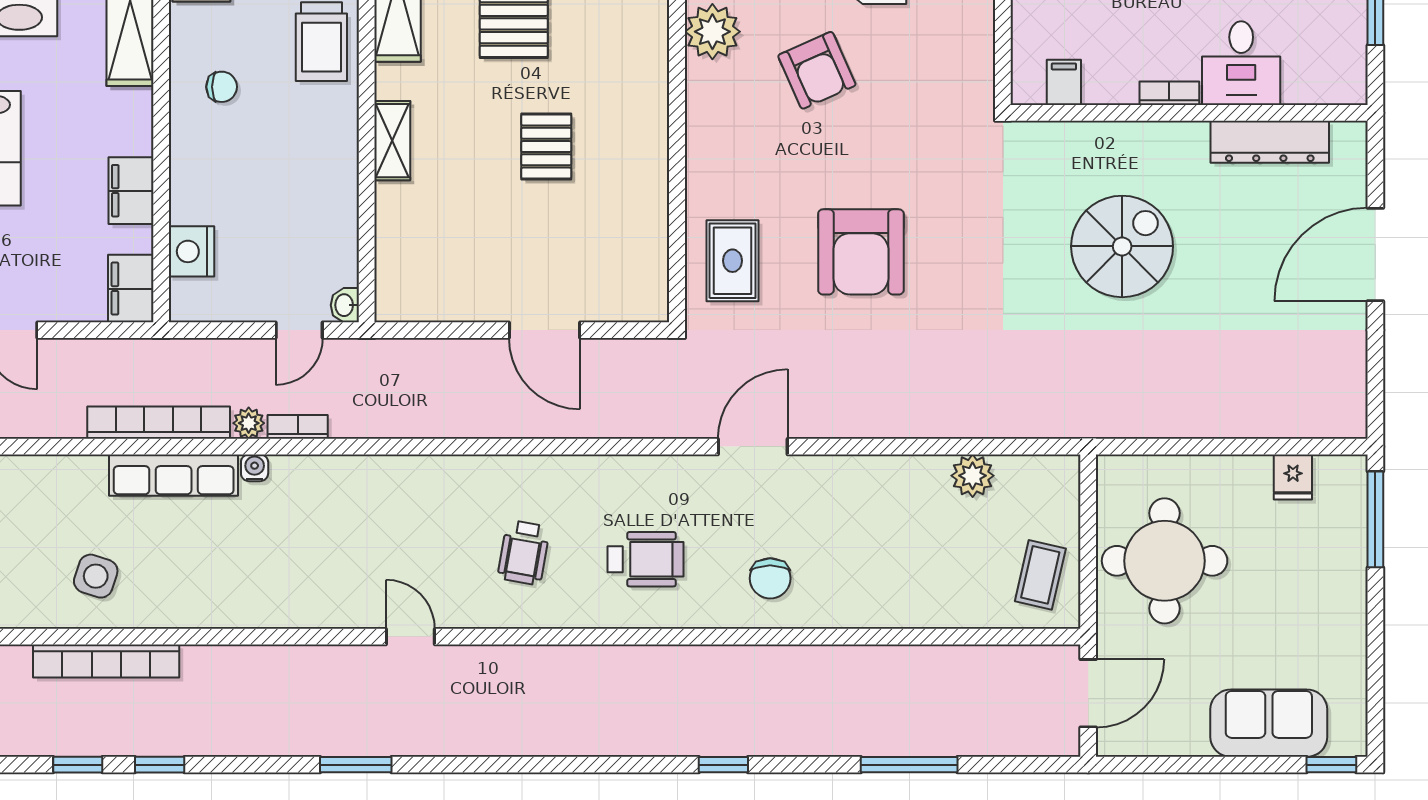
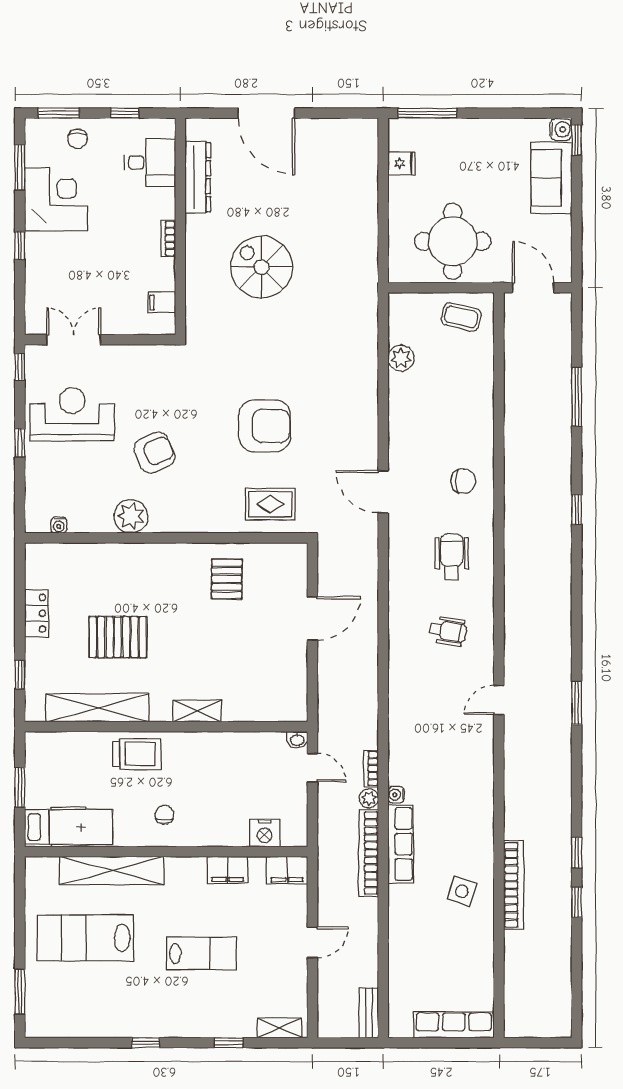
desk: (1241, 63) -> (150, 162), moved
pallet: (546, 147) -> (227, 579), moved, turned 90
water cooler: (1348, 739) -> (561, 129), added
window: (356, 765) -> (577, 703), moved

